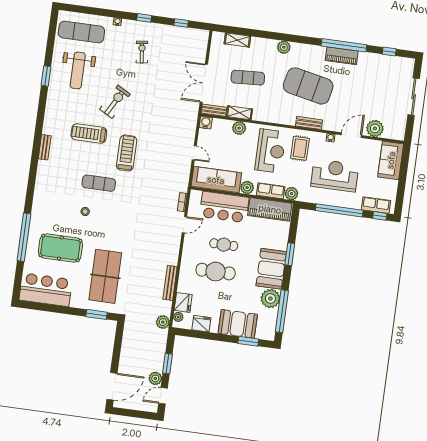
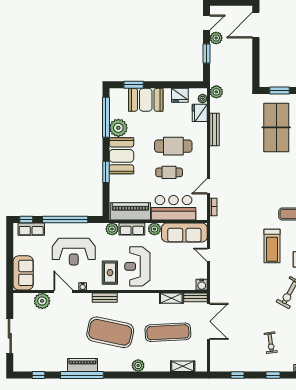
exercise mat: (248, 78) -> (168, 332), width x1.36, depth x1.45
plant: (239, 128) -> (170, 284), removed
door: (351, 135) -> (63, 292), swing flipped

